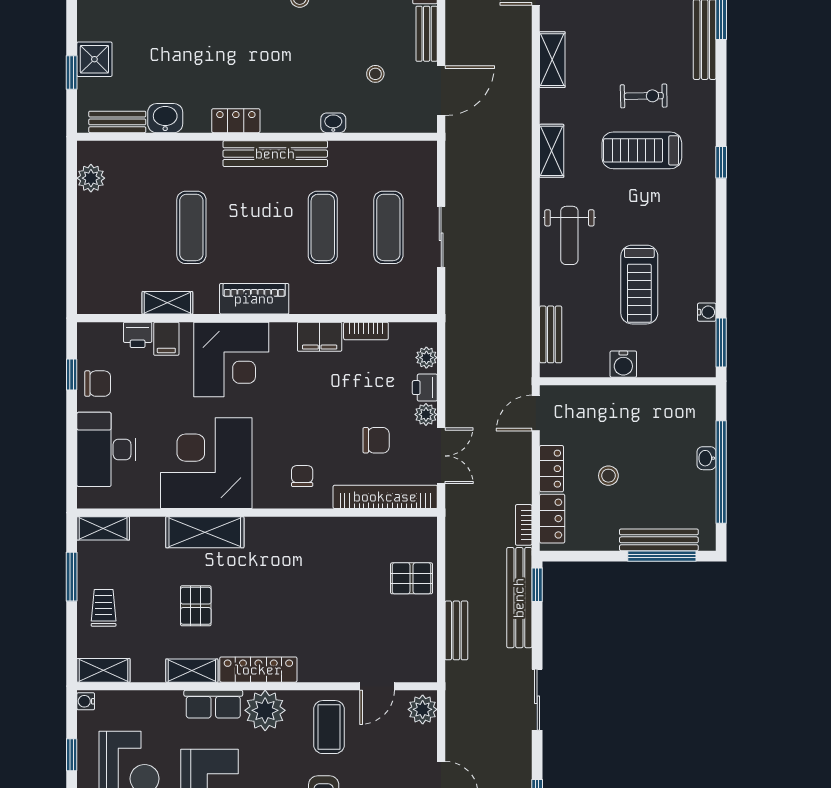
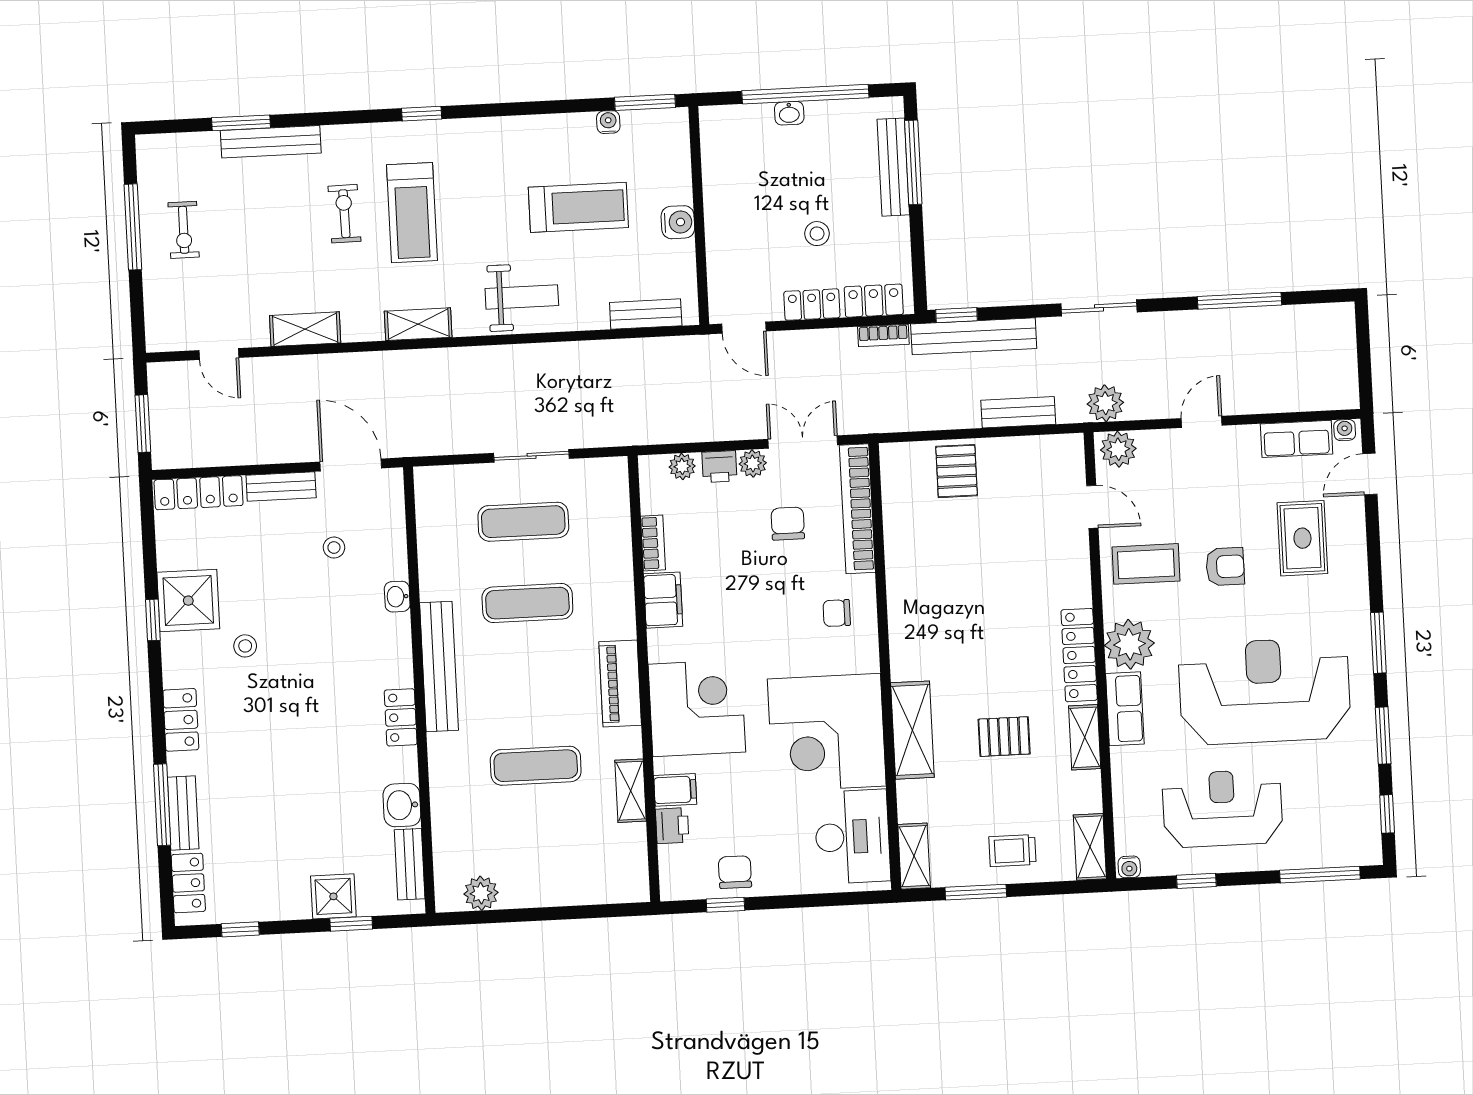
desk: (106, 449) -> (852, 837), moved, turned -90
plant: (460, 701) -> (1105, 403), added

